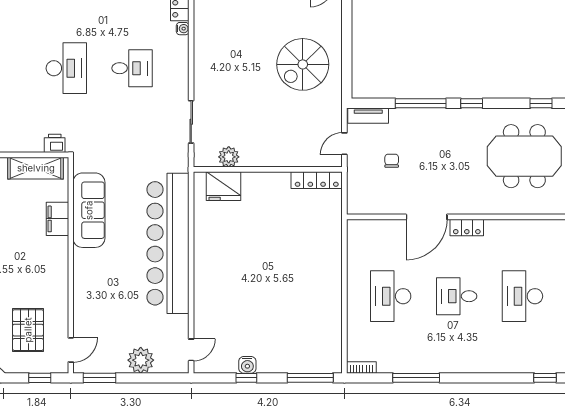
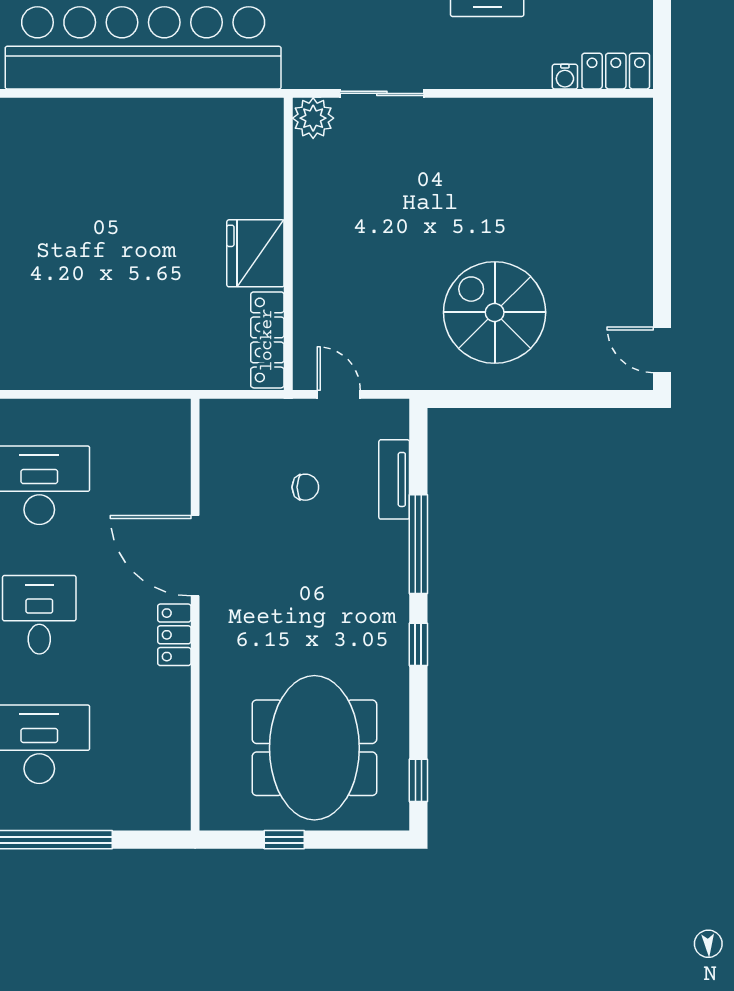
tv unit: (368, 116) -> (394, 479), moved
plant: (229, 157) -> (313, 118), moved
fridge: (223, 186) -> (255, 253), moved

